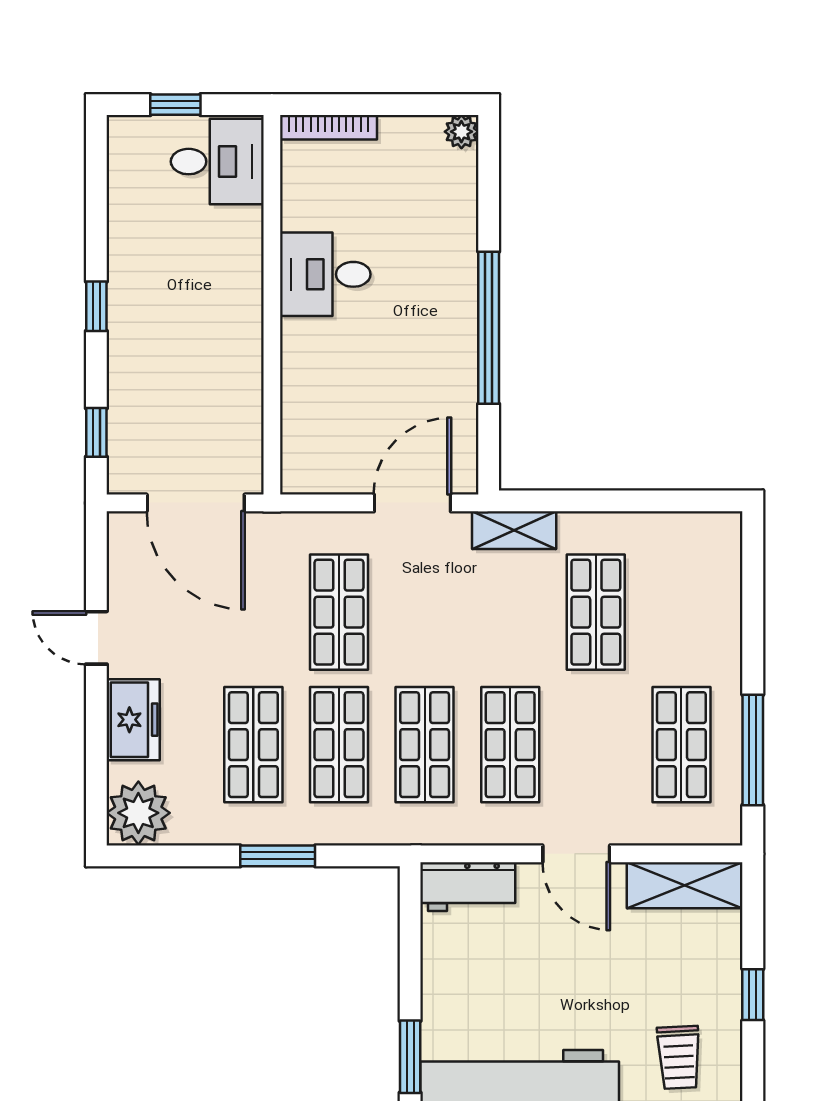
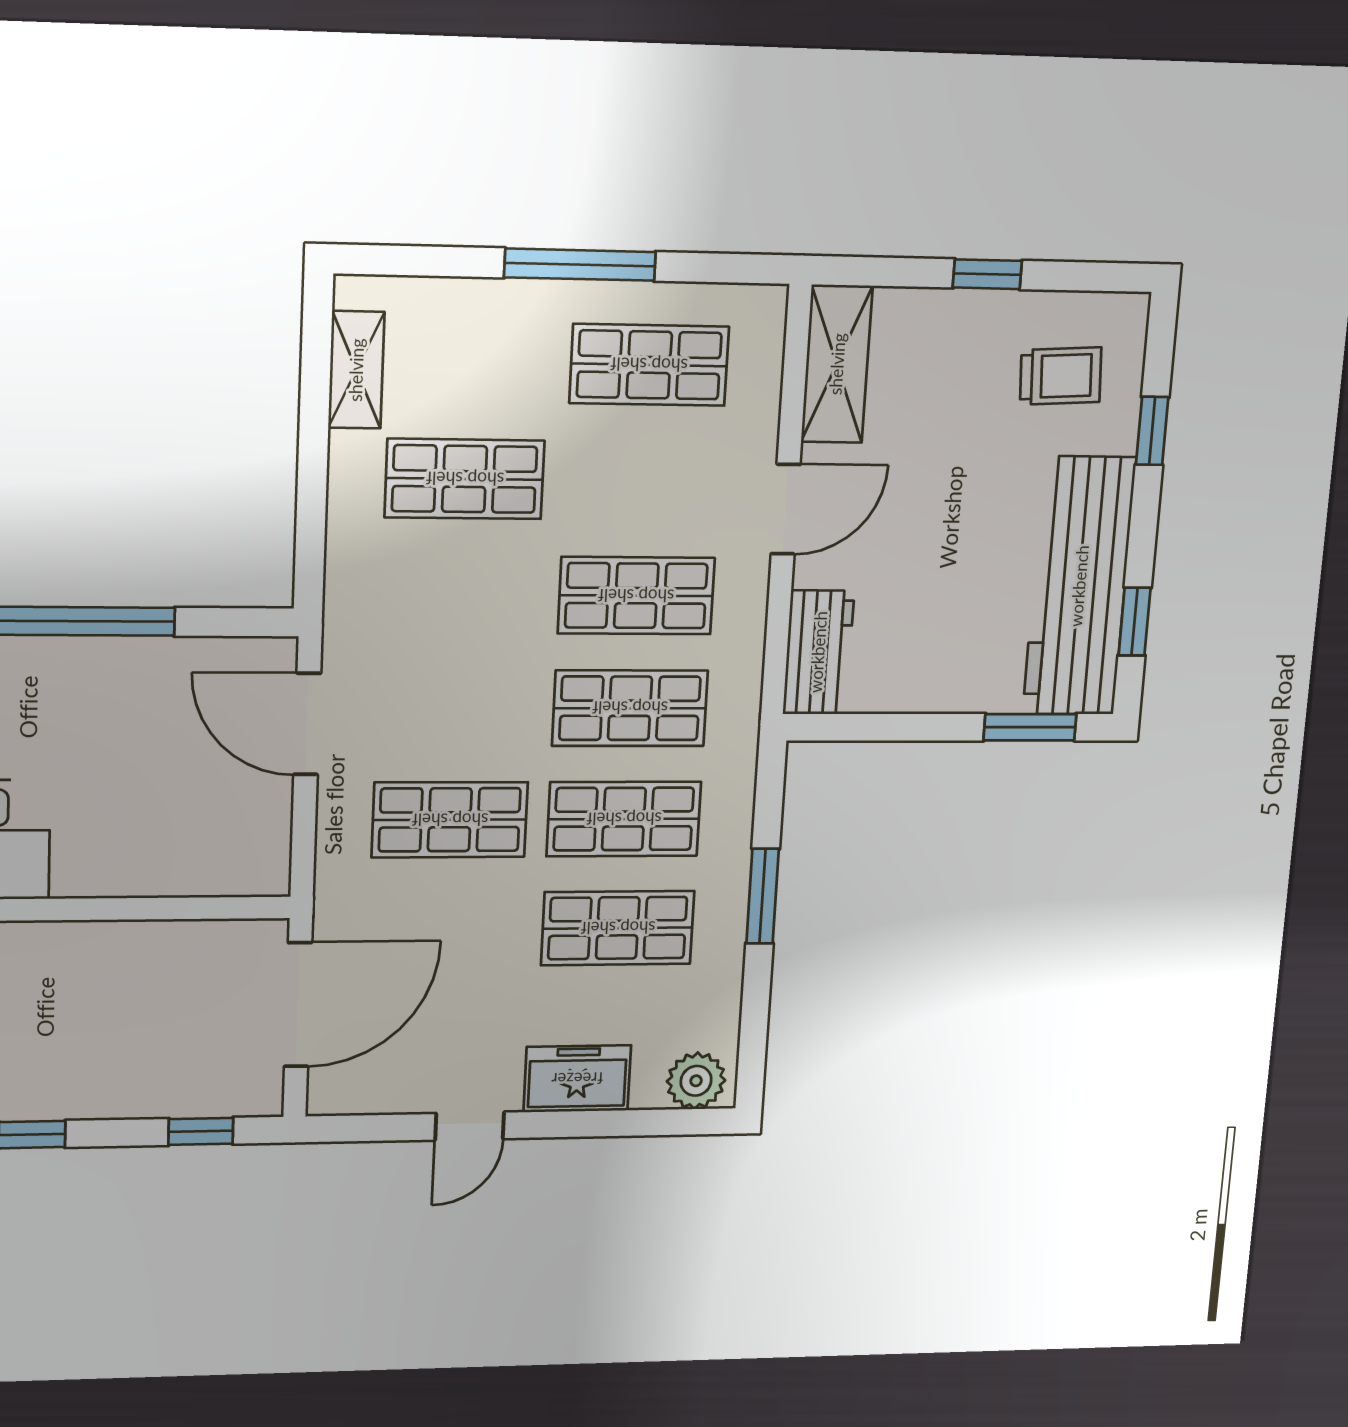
shelving: (514, 530) -> (356, 370), moved
window: (753, 750) -> (580, 265), moved
plant: (138, 813) -> (696, 1081), width x0.73, depth x0.73

